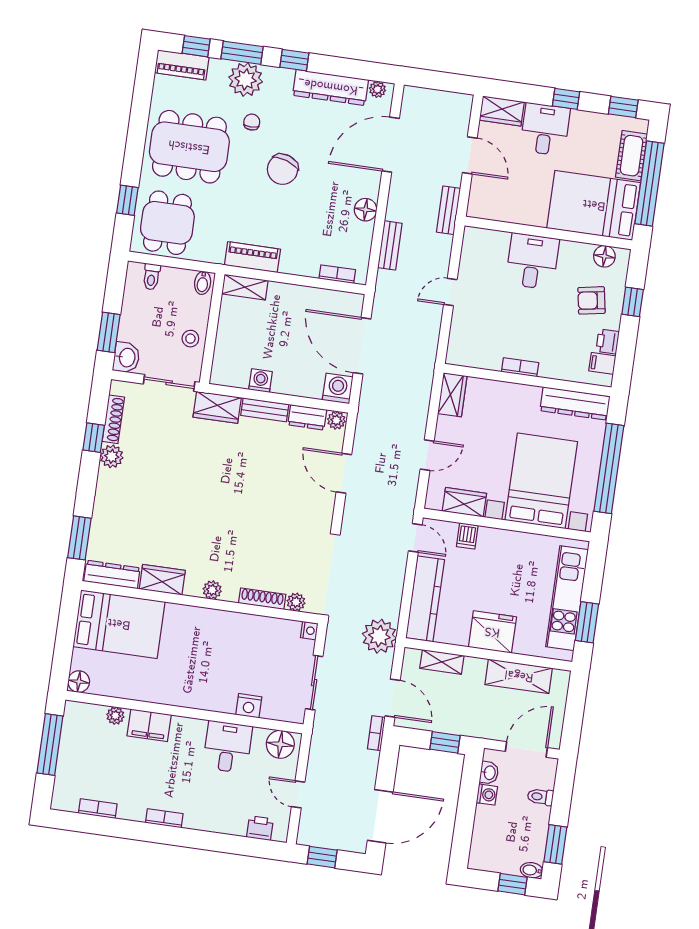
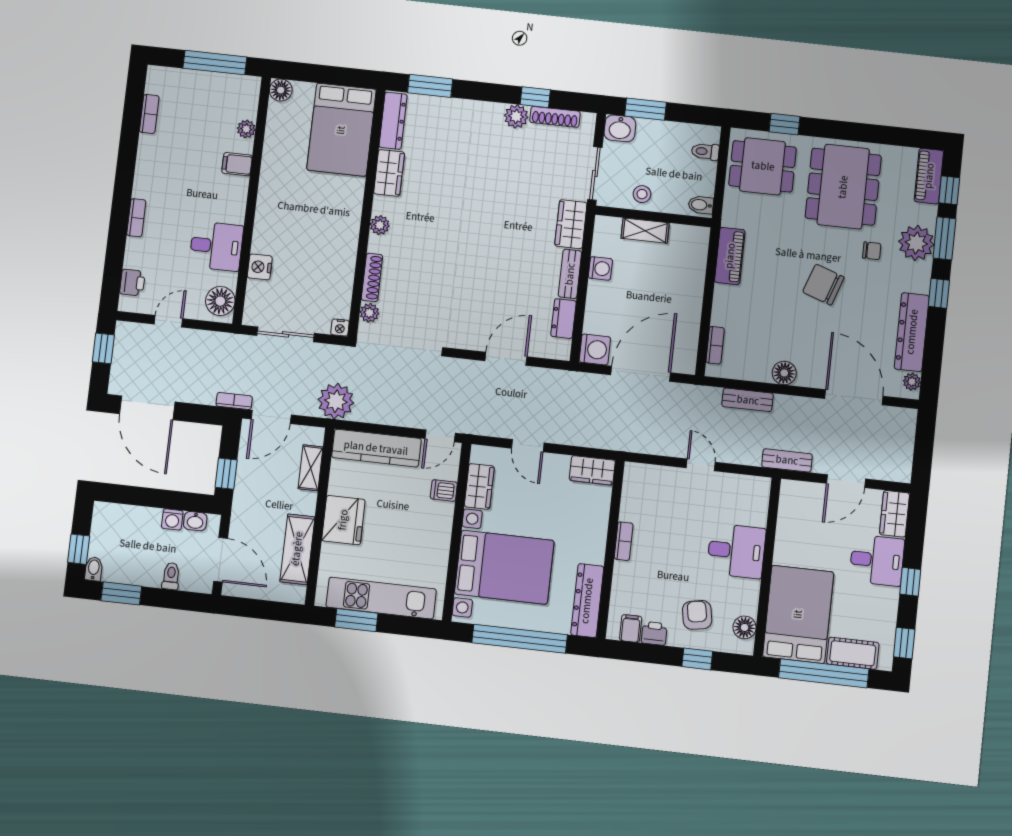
shelving: (245, 287) -> (645, 231), moved, turned 90
plant: (336, 420) -> (561, 349), removed
filing cabinet: (149, 725) -> (237, 164), width x0.50
bookcase: (164, 818) -> (136, 218), moved

